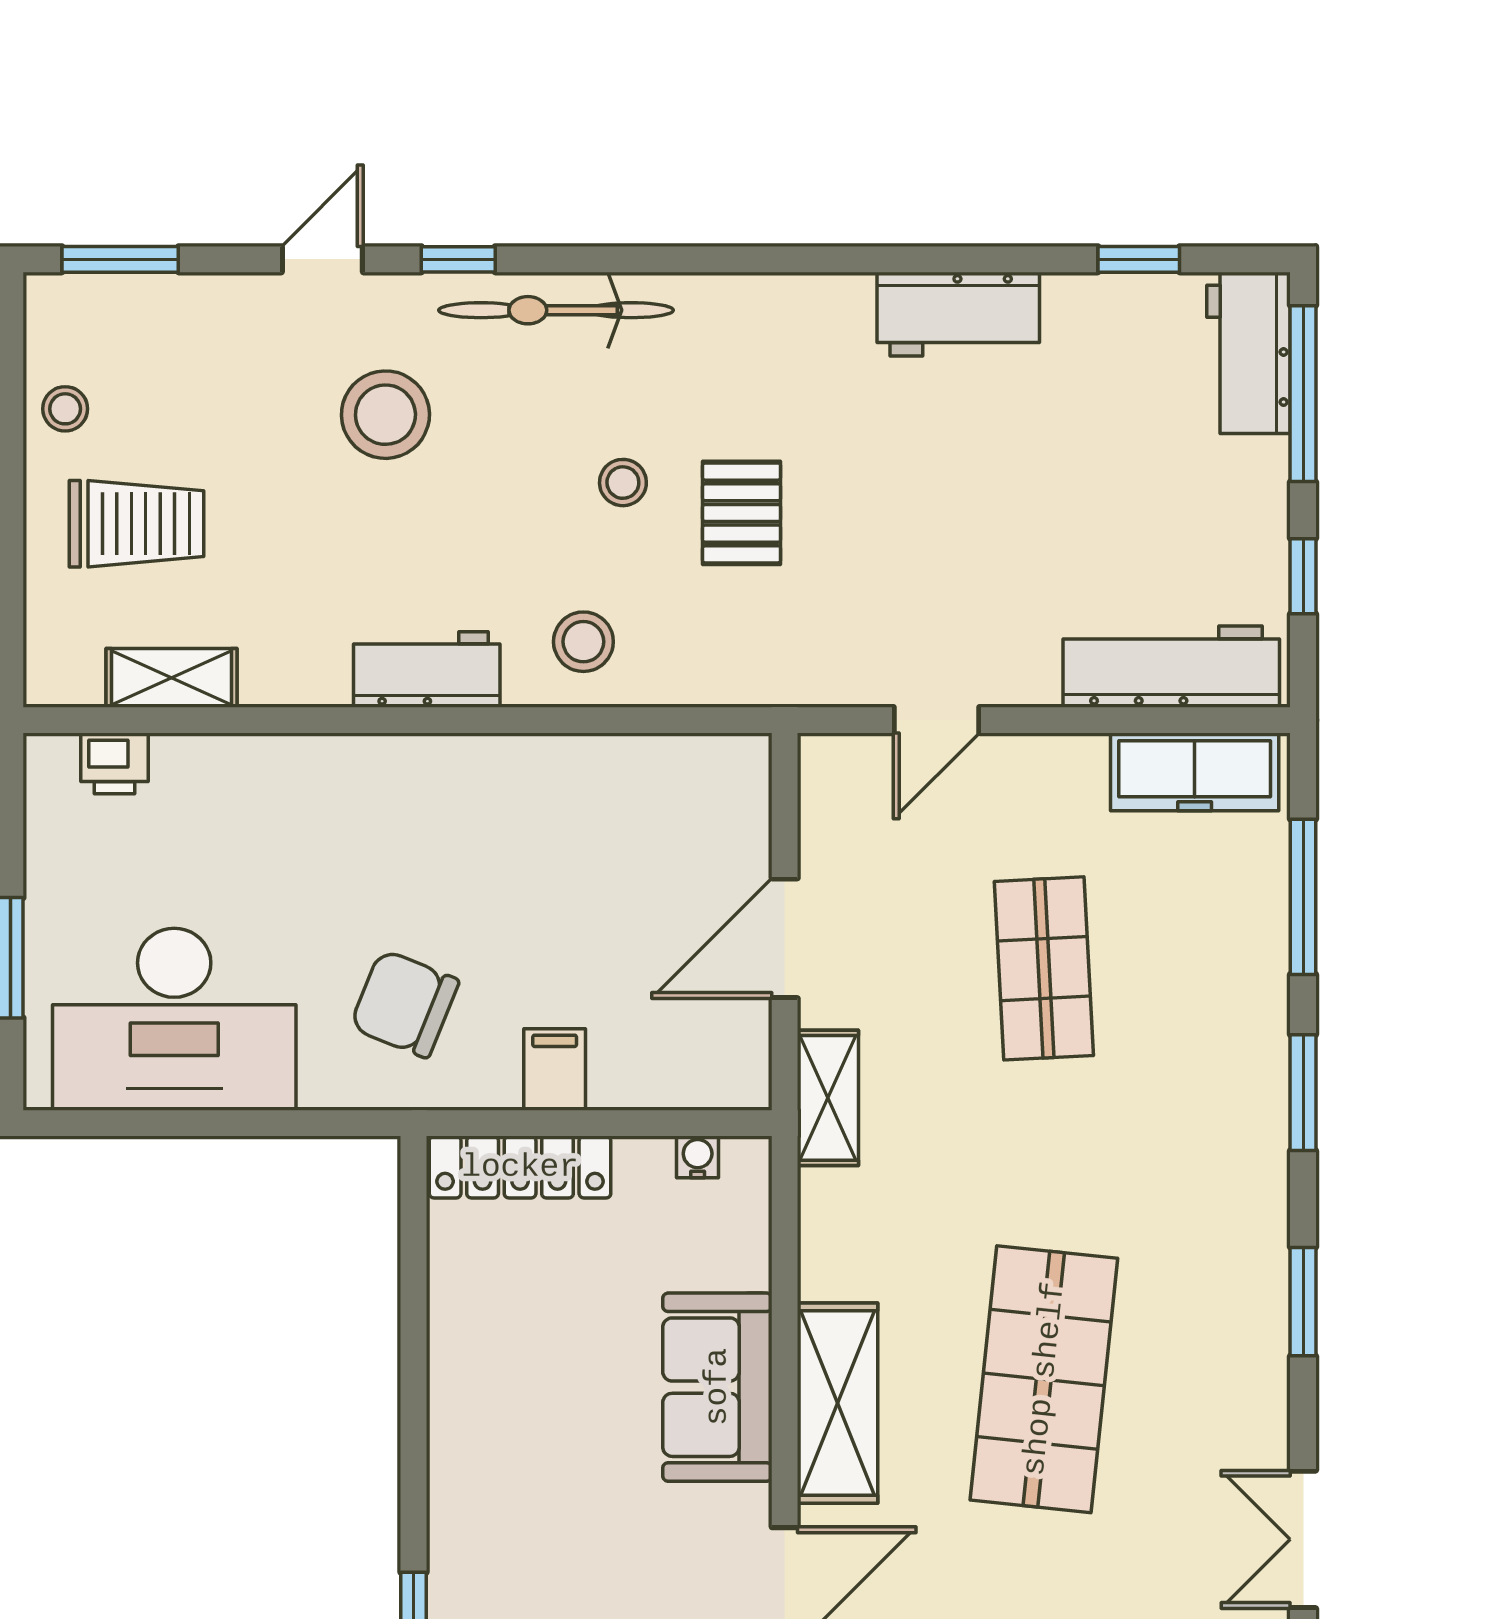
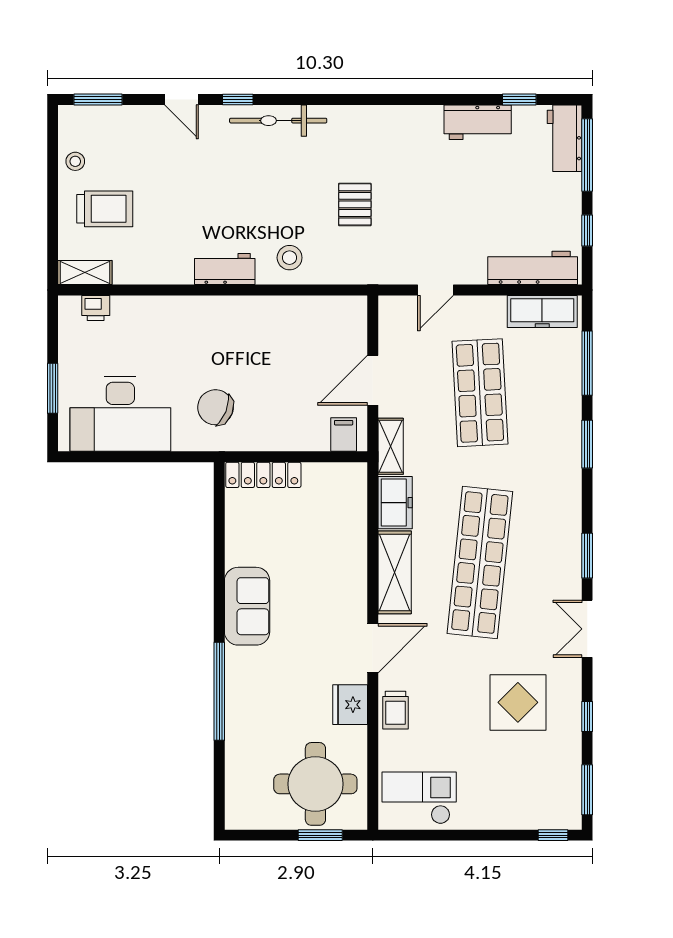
door: (322, 259) -> (182, 100), swing flipped
workbench: (958, 314) -> (478, 122), moved
stool: (385, 415) -> (208, 164), removed
stool: (623, 483) -> (306, 192), removed
shelving: (171, 678) -> (85, 273), moved
shop shelf: (1044, 968) -> (480, 393), width x1.43, depth x1.36
filing cabinet: (555, 1069) -> (344, 434), moved
water cooler: (698, 1157) -> (337, 471), removed
freezer: (839, 1234) -> (395, 503), added
window: (1303, 1302) -> (587, 556), moved
shop shelf: (1044, 1379) -> (480, 563), width x1.40
sofa: (717, 1387) -> (247, 606), moved, turned 180

